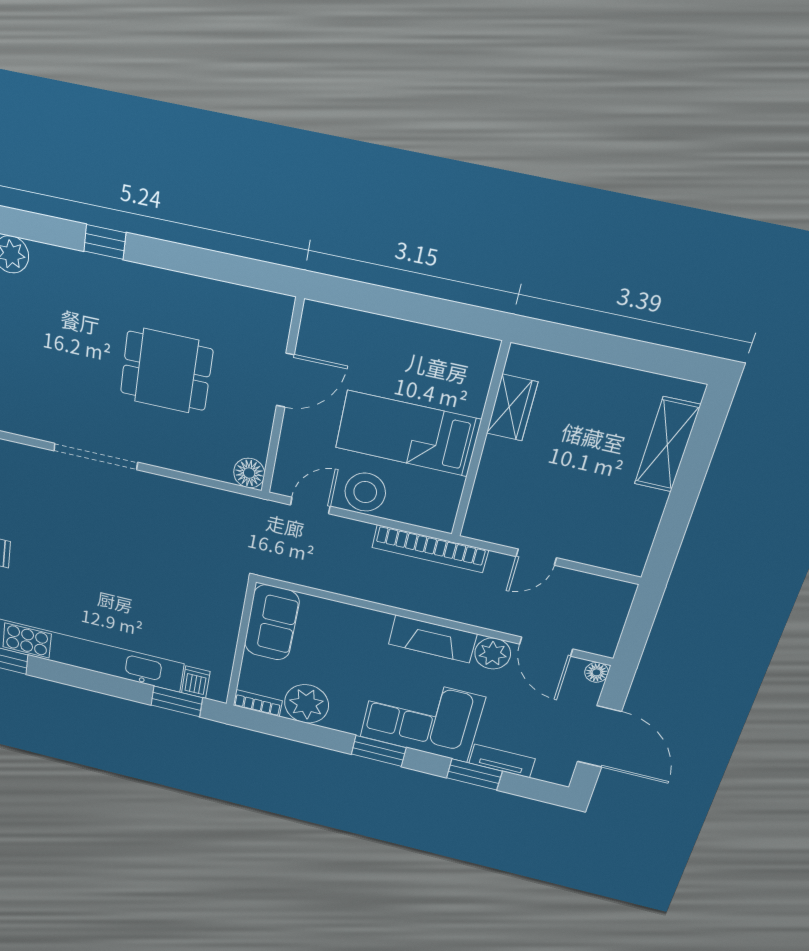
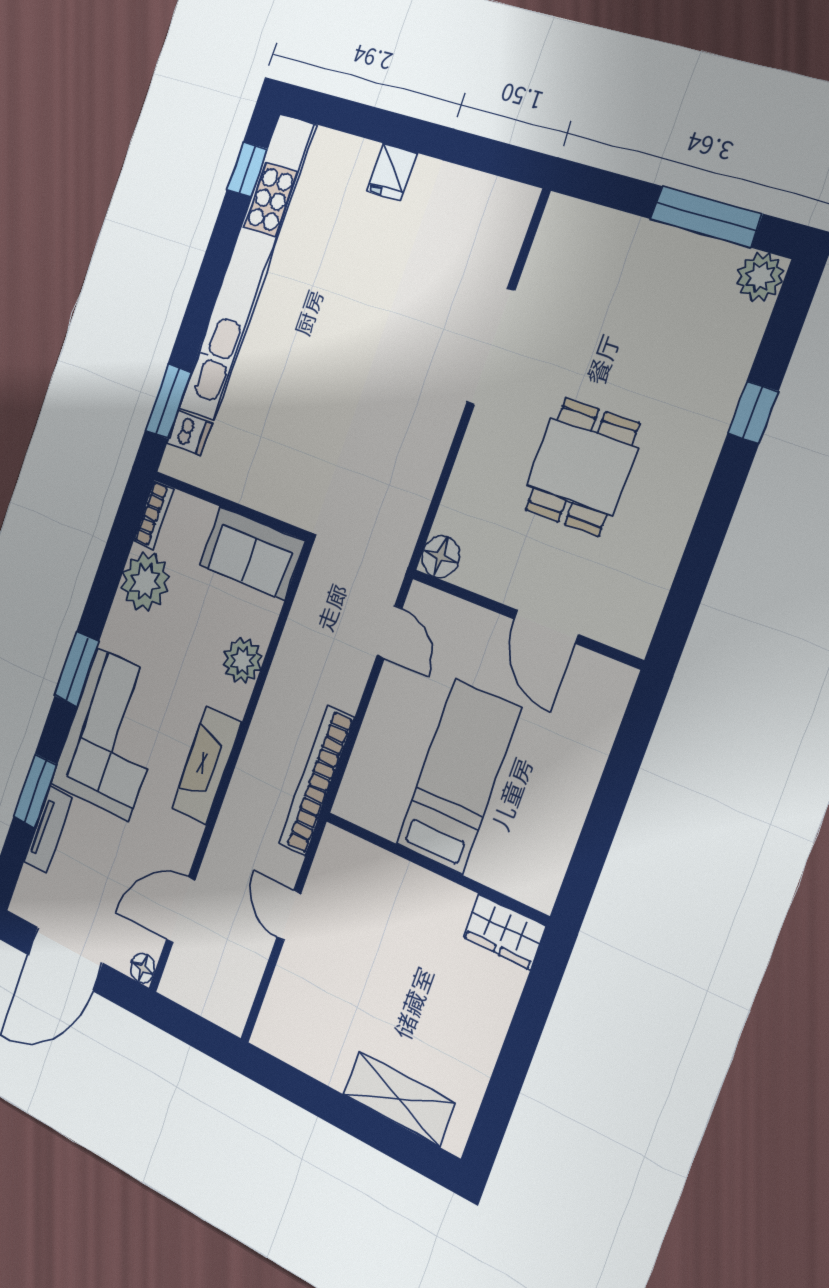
wardrobe: (512, 408) -> (504, 931), moved
stool: (365, 492) -> (396, 708), removed
plant: (493, 654) -> (243, 661), moved

